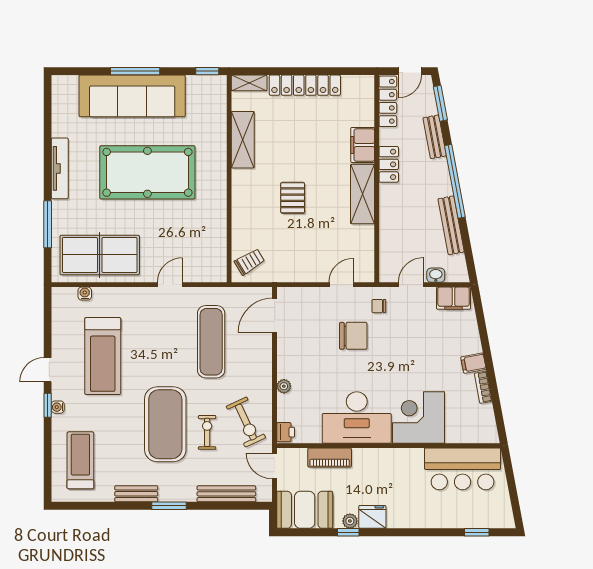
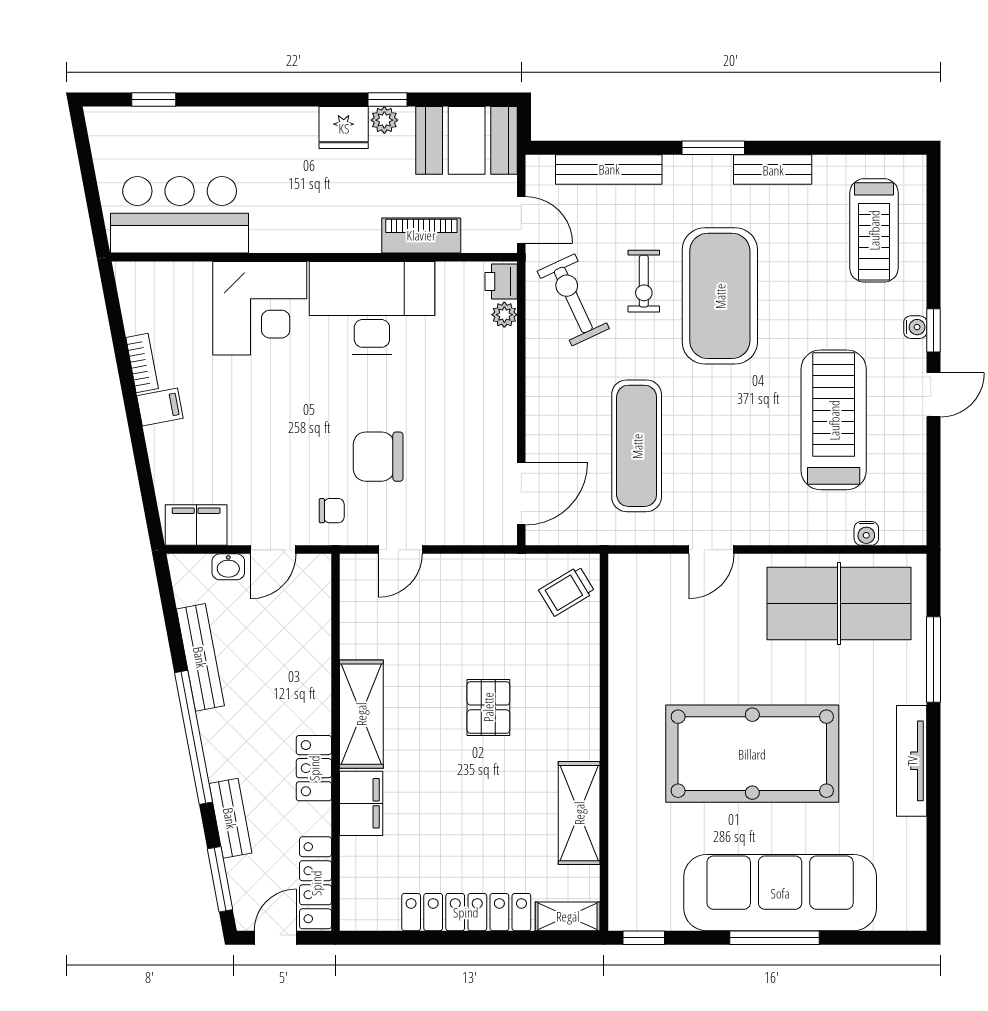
plant: (284, 386) -> (504, 315), moved

